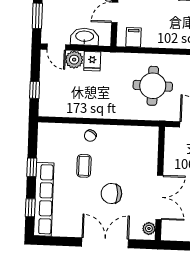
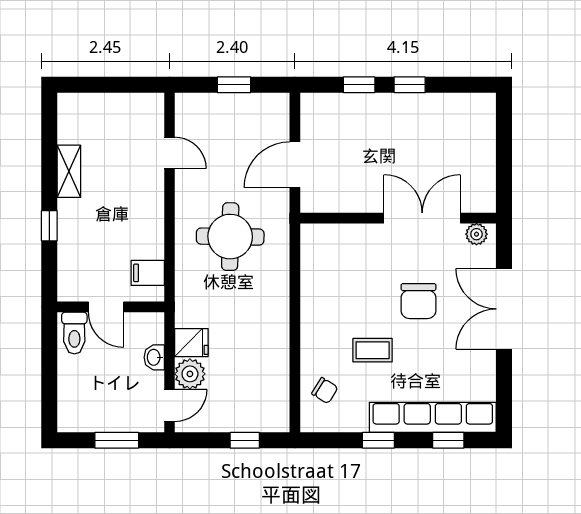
washbasin: (85, 37) -> (154, 357), width x0.52, depth x0.69
chair: (90, 136) -> (325, 391), moved

